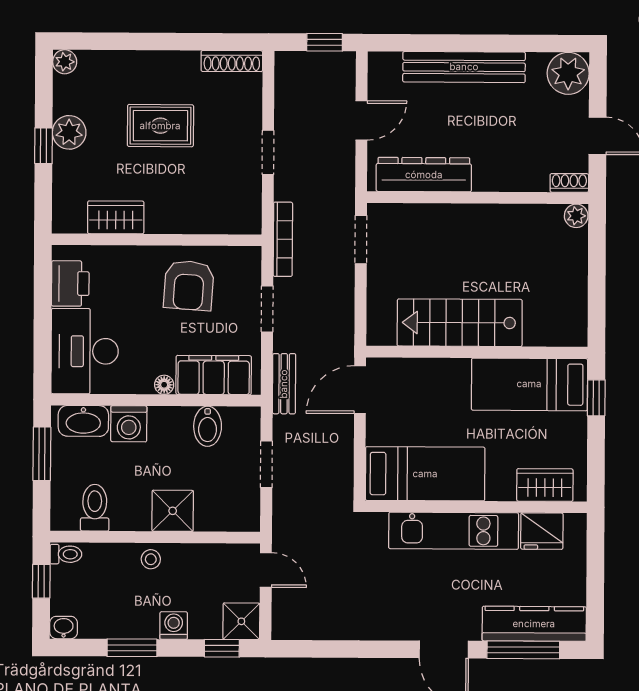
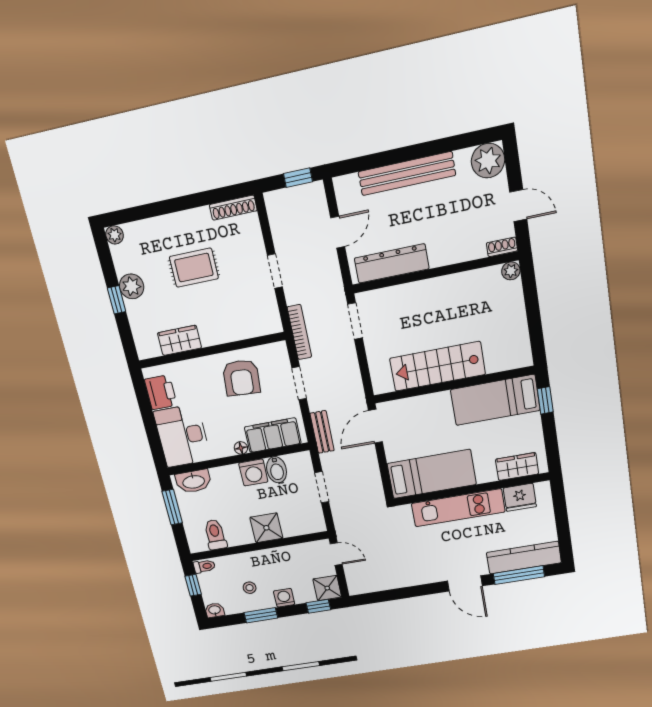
washing machine: (129, 424) -> (253, 472), moved
stool: (151, 559) -> (250, 588), moved

